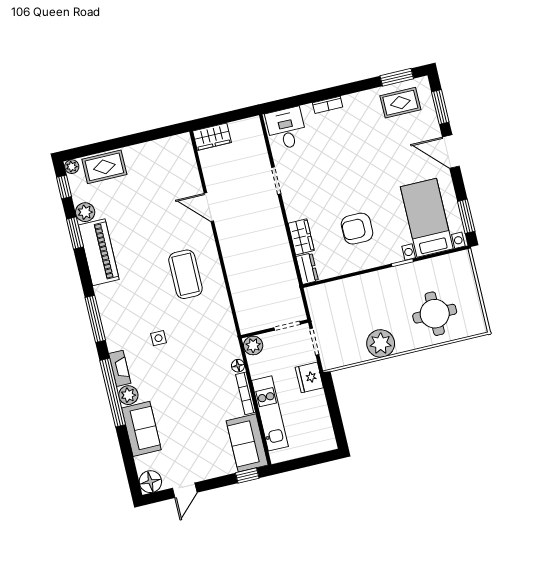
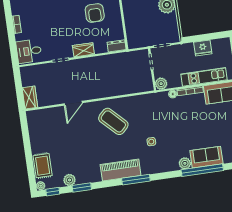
wardrobe: (301, 237) -> (83, 50), moved
piano: (99, 252) -> (121, 170), moved
coffee table: (185, 274) -> (113, 121), turned 45
fireplace: (120, 368) -> (168, 167), removed
fridge: (309, 377) -> (203, 48), moved
window: (113, 393) -> (202, 170), moved

